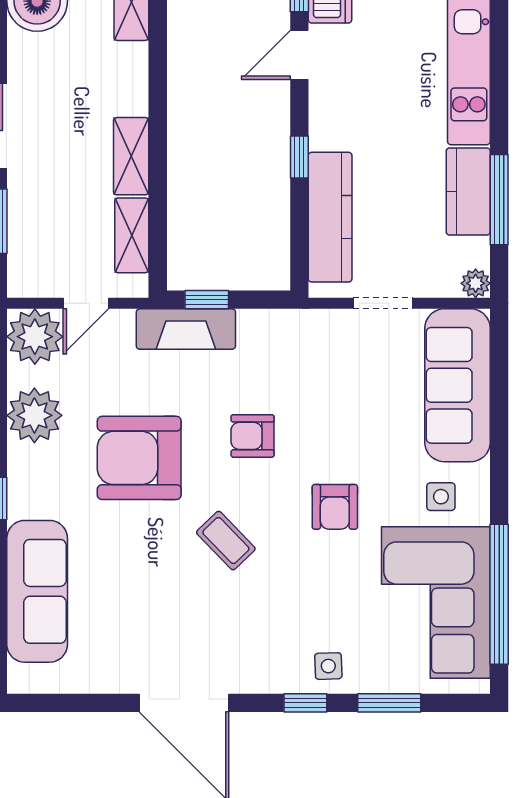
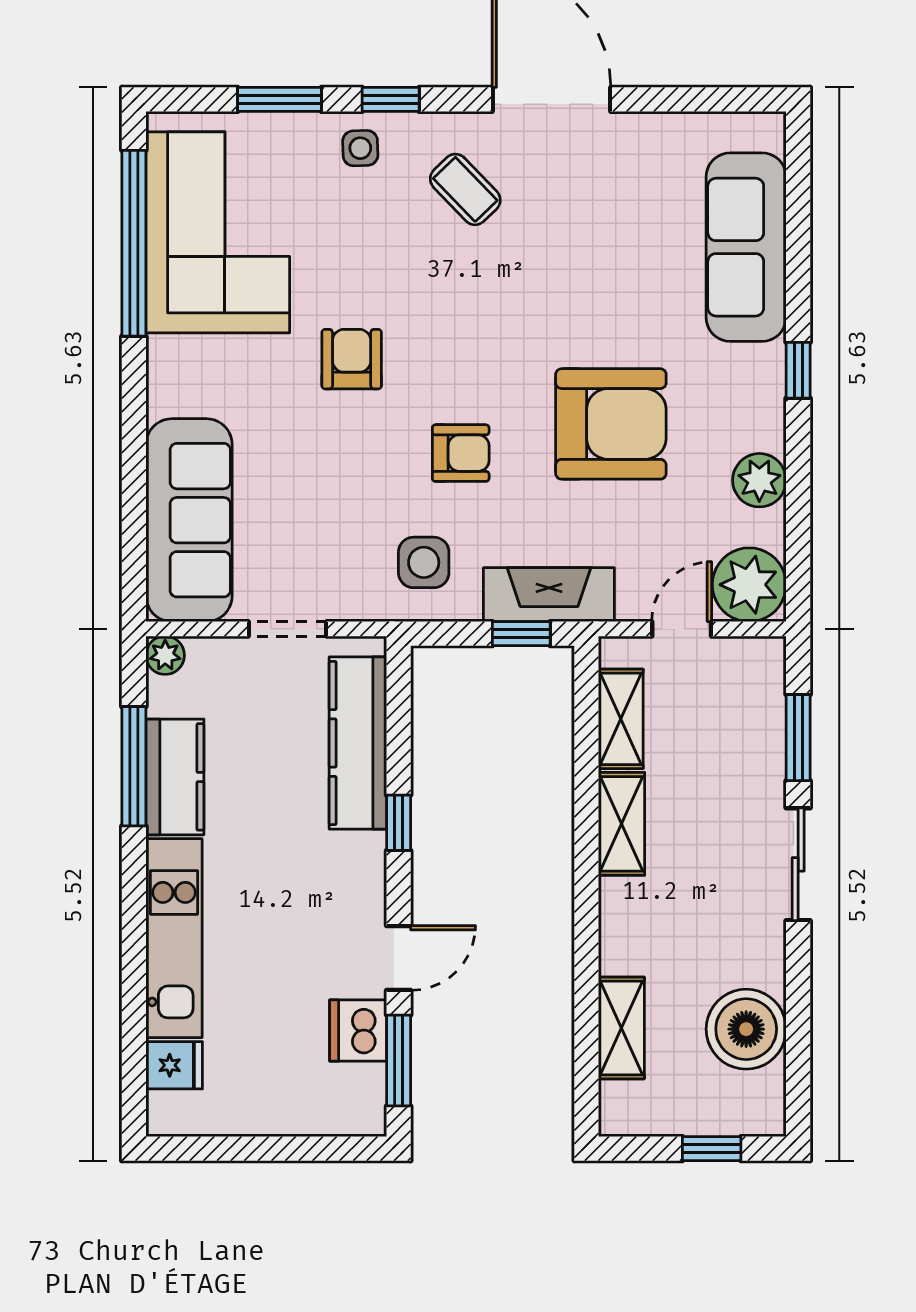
plant: (34, 415) -> (759, 480), width x0.73, depth x0.73
side table: (441, 497) -> (424, 562), moved, width x1.37, depth x1.37
coffee table: (226, 541) -> (465, 189), moved

